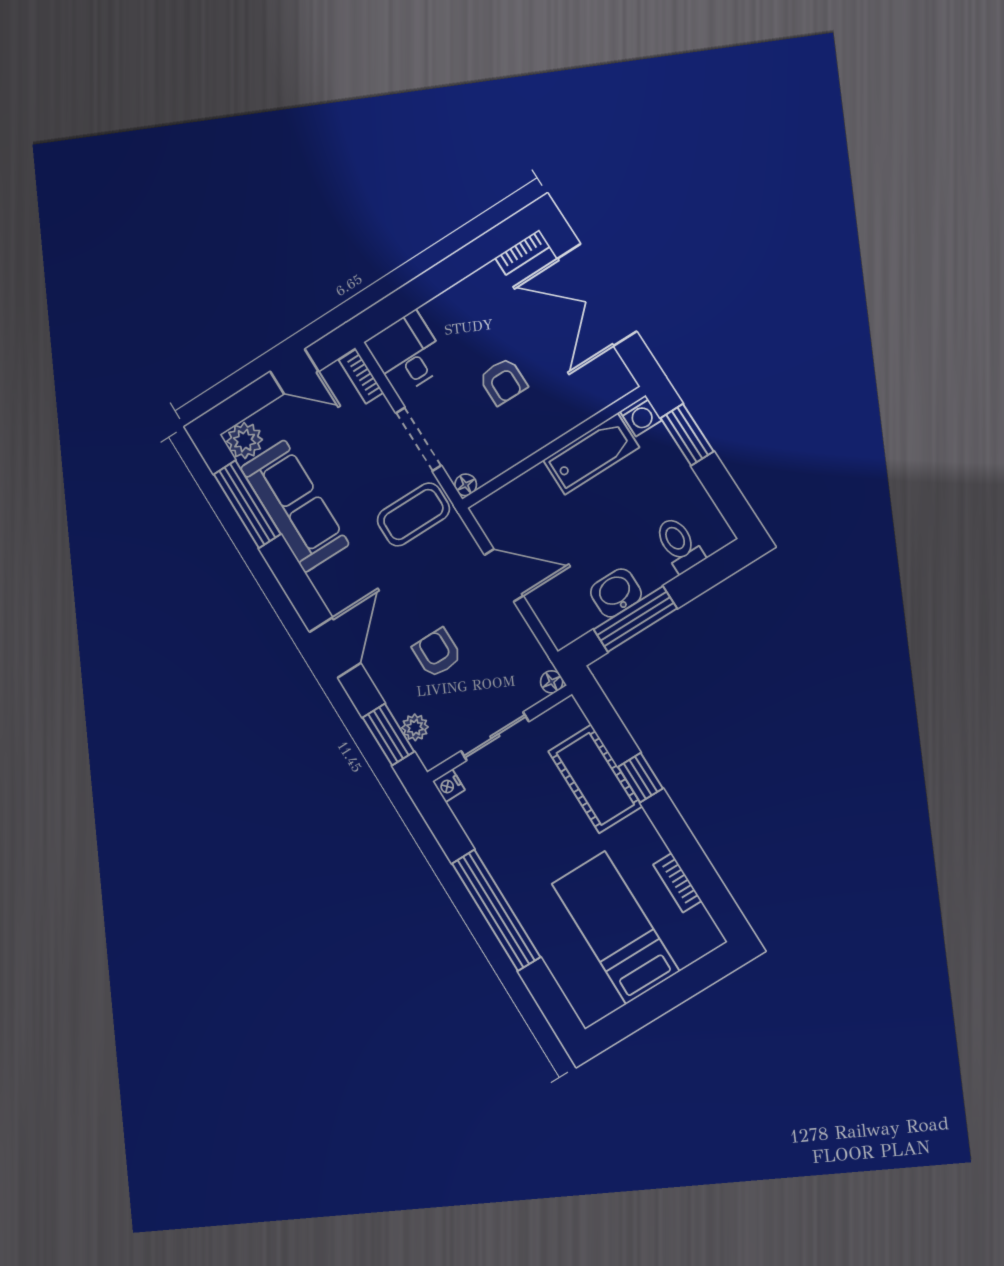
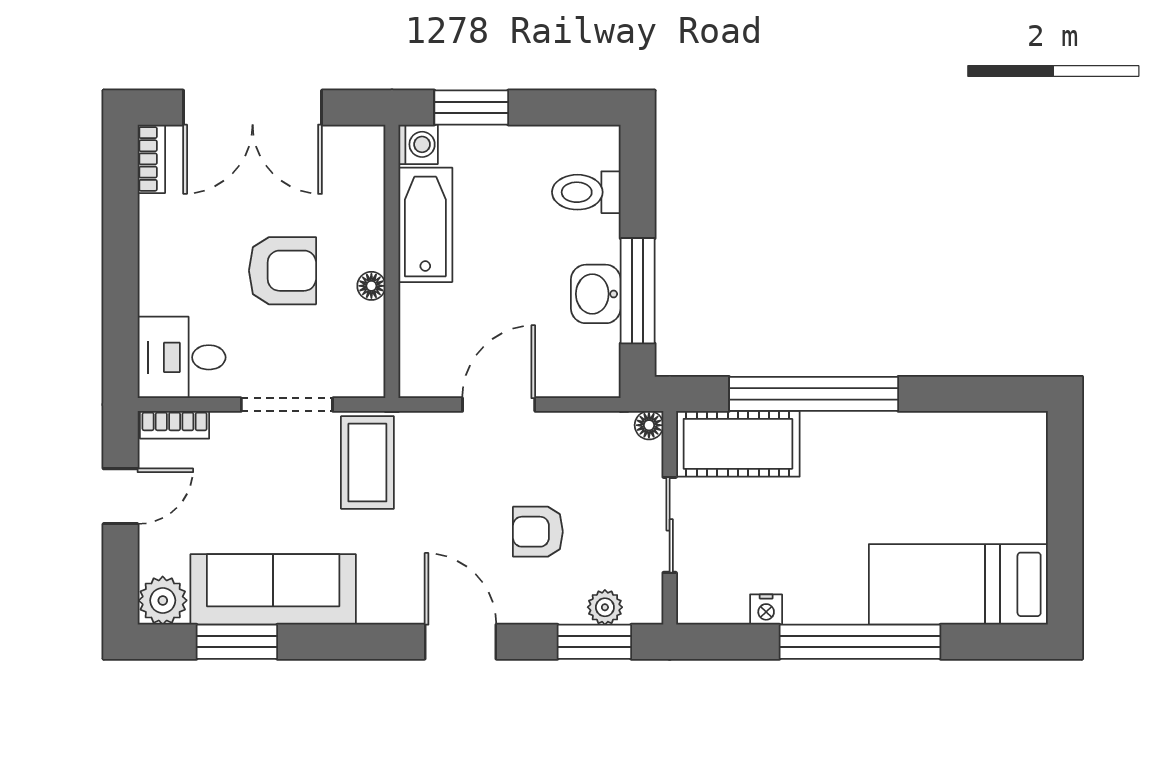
armchair: (503, 381) -> (282, 271), width x1.38, depth x1.38
floor lamp: (466, 485) -> (371, 286), moved
window: (247, 504) -> (237, 642), width x0.69
window: (640, 778) -> (814, 394), width x3.17
cot: (595, 779) -> (738, 444), moved
nightstand: (449, 786) -> (766, 609), moved
bookcase: (677, 883) -> (951, 425), removed
bed: (615, 927) -> (958, 584), moved

